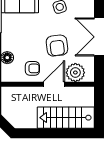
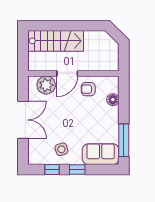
armchair: (57, 46) -> (64, 111), removed

